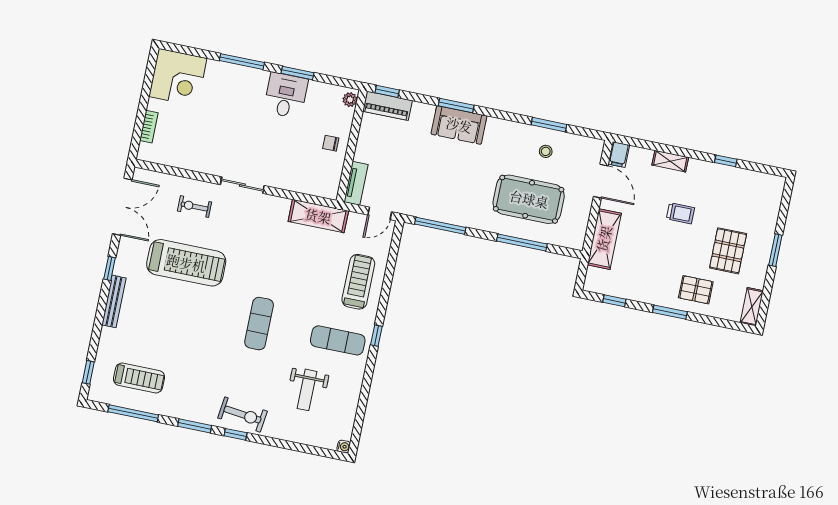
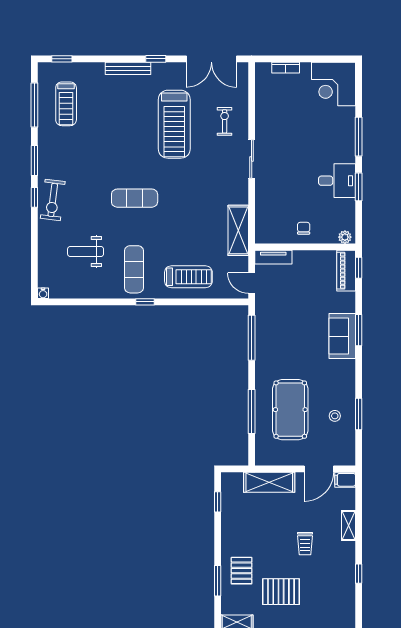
window: (670, 312) -> (218, 581), moved

